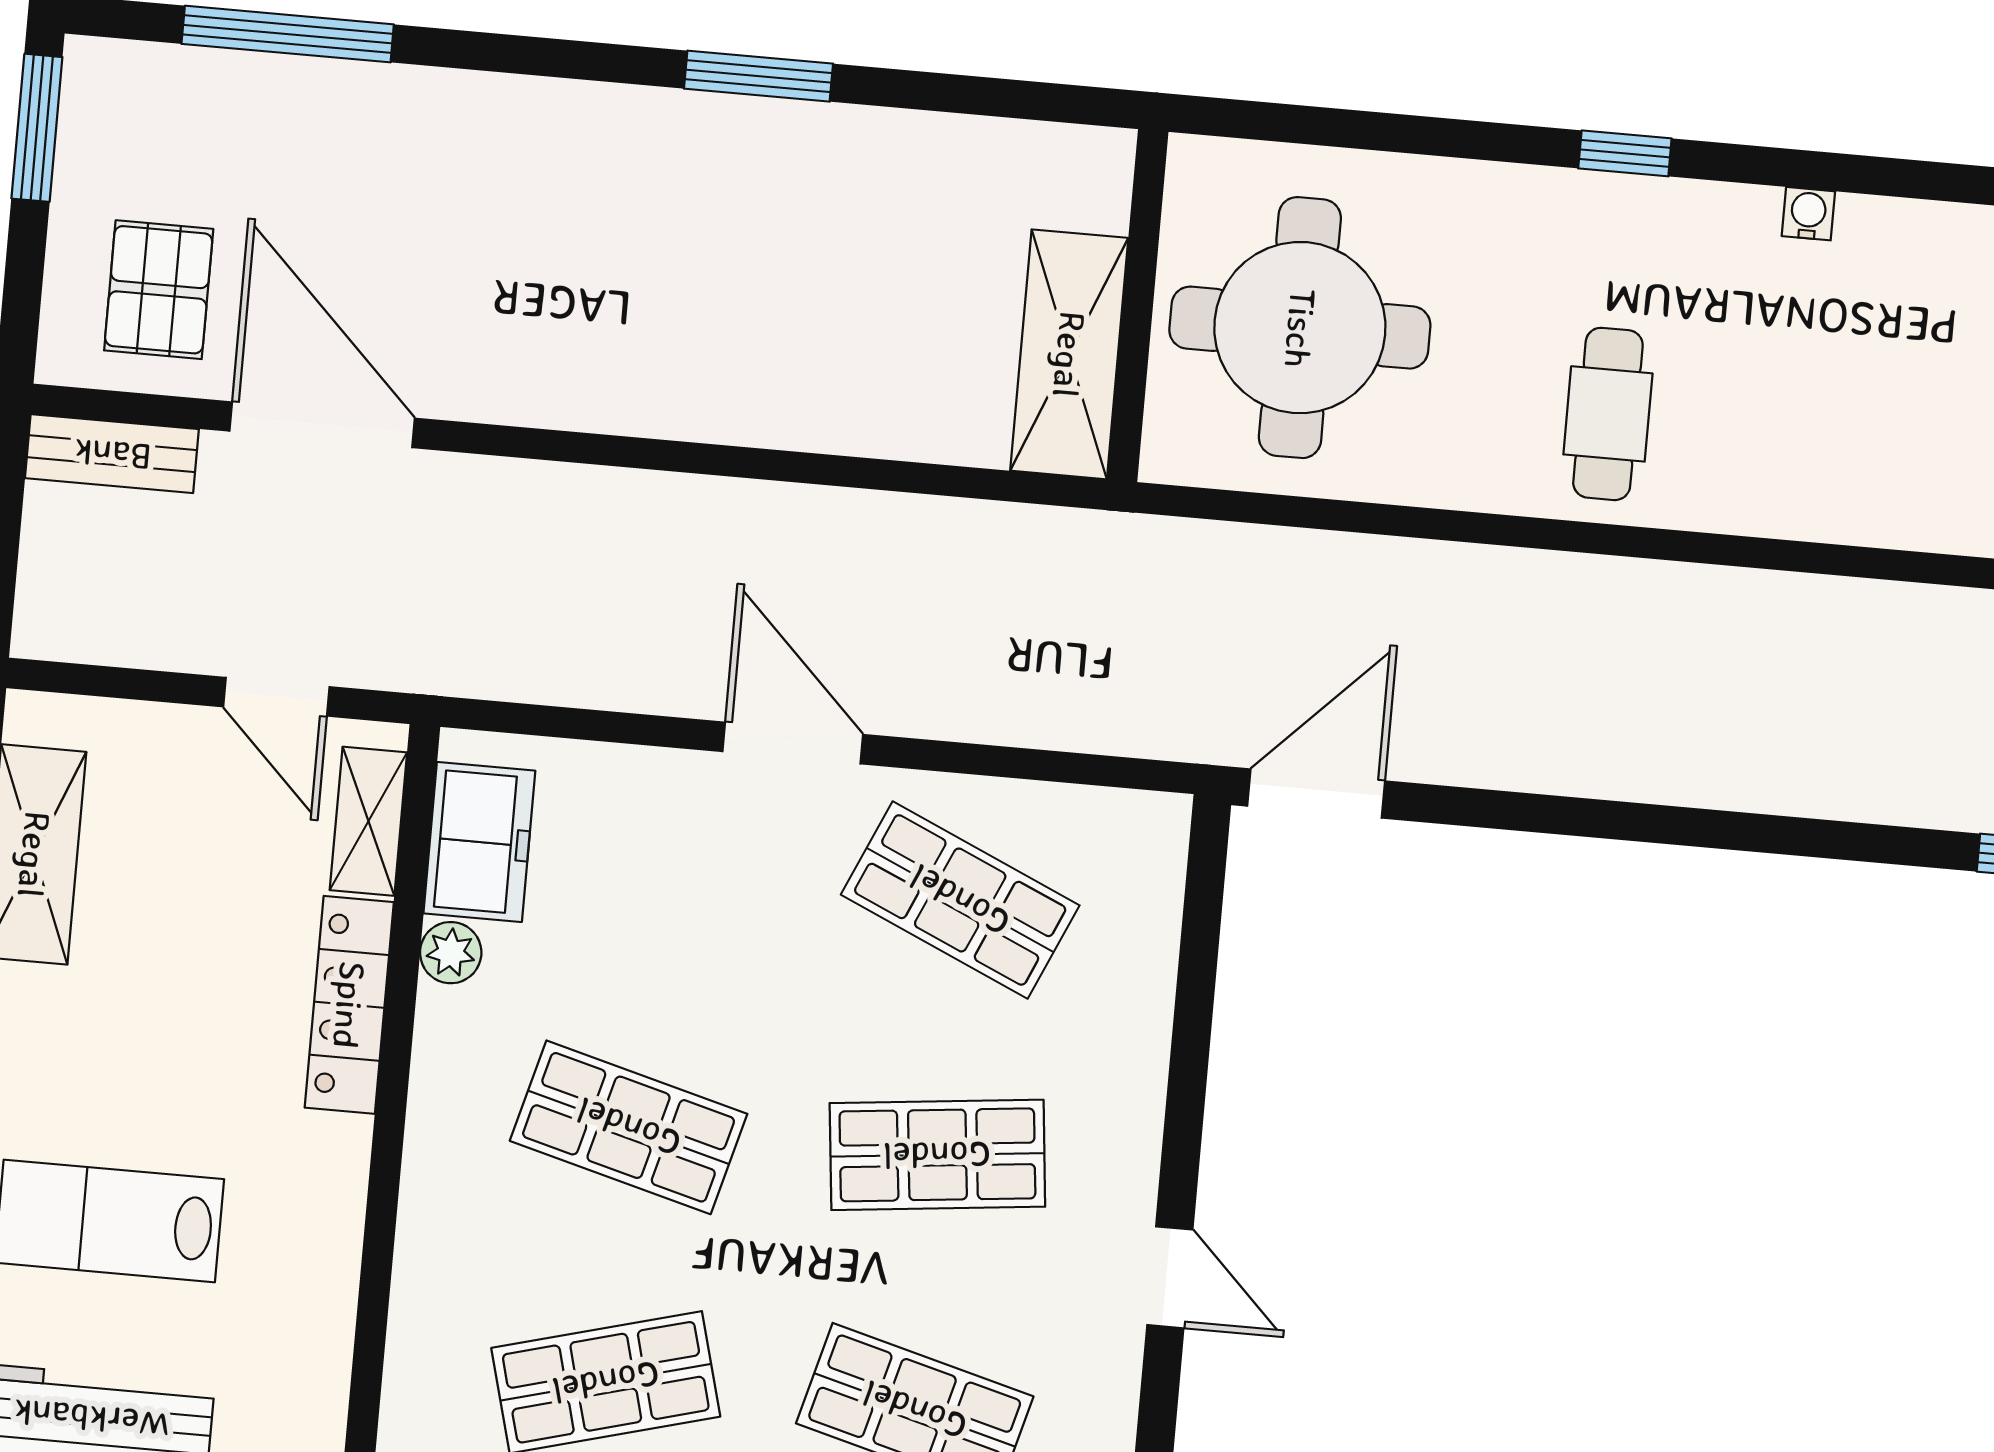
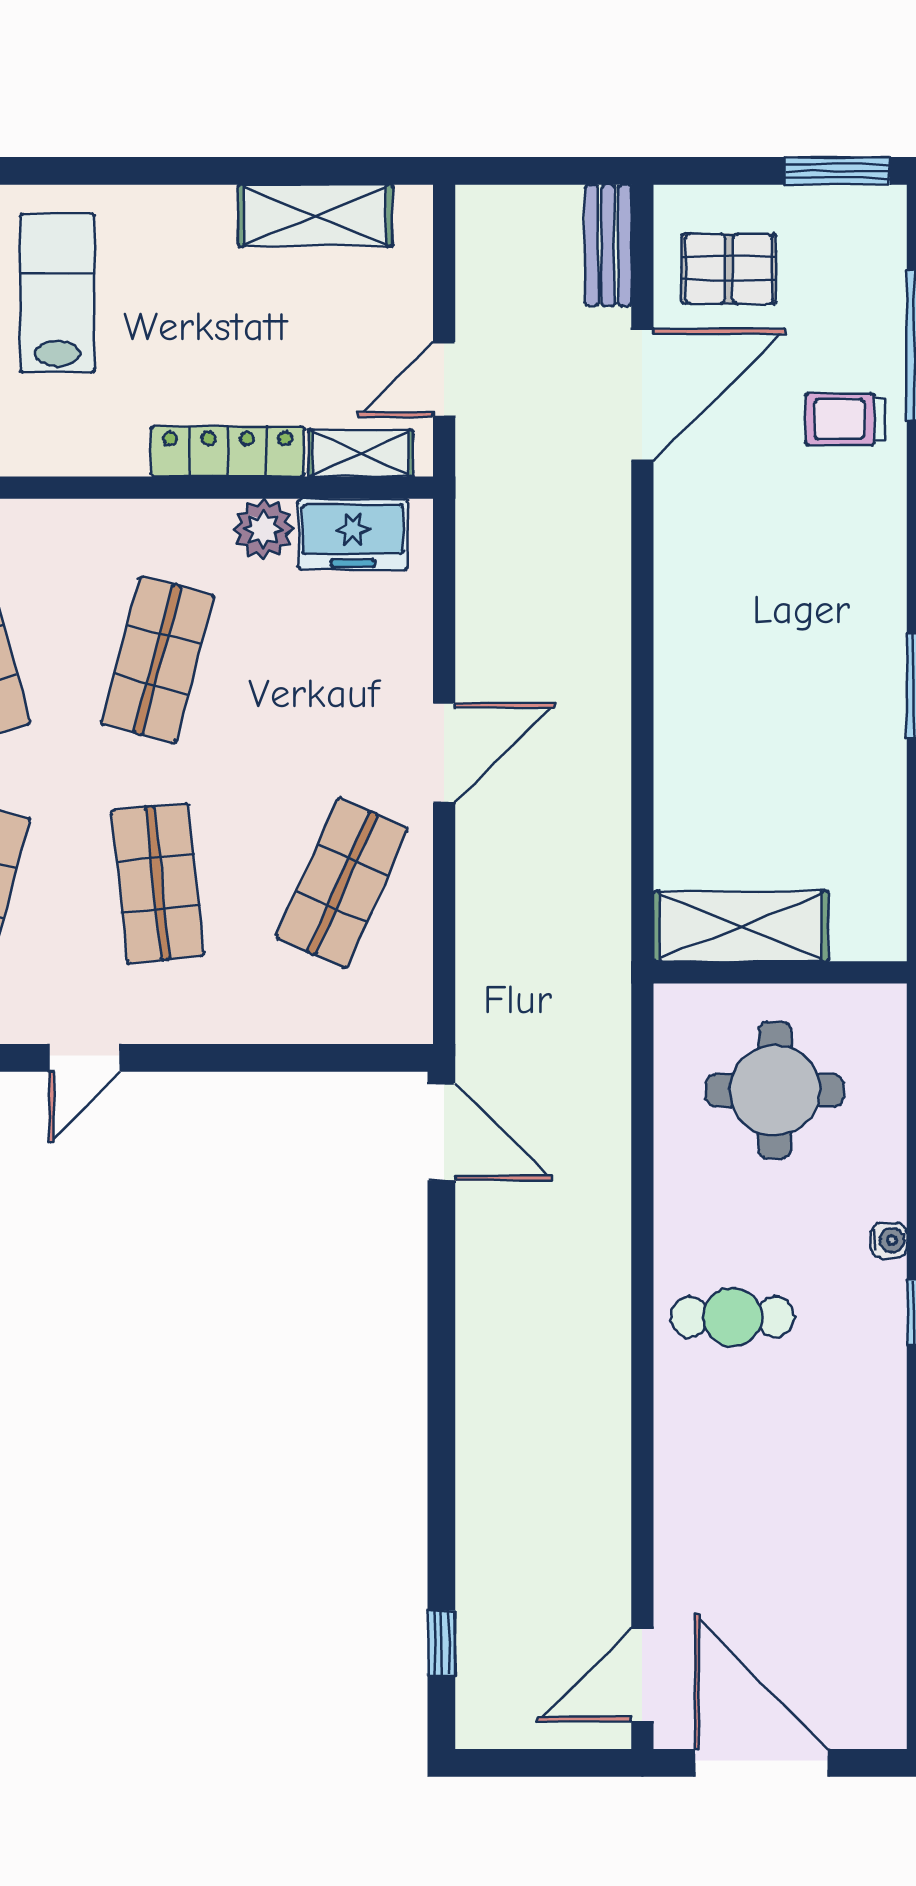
trolley: (381, 148) -> (845, 419), added
water cooler: (1808, 214) -> (889, 1240), moved
round table: (1300, 328) -> (775, 1090), width x0.73, depth x0.73
plant: (451, 953) -> (263, 529), width x1.38, depth x1.38

